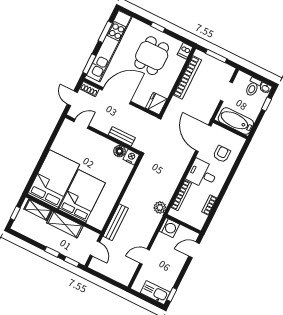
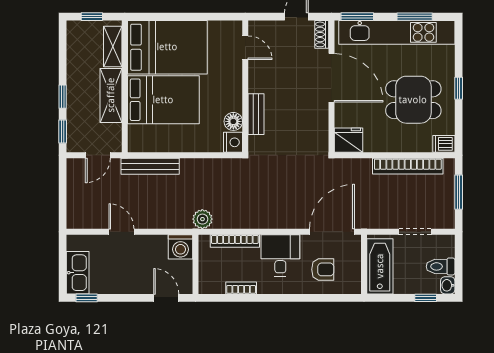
door: (81, 124) -> (245, 48), moved
wall: (103, 135) -> (245, 86), moved
bench: (122, 136) -> (256, 114), moved
floor lamp: (120, 151) -> (233, 121), moved
nightstand: (131, 157) -> (233, 142), moved

